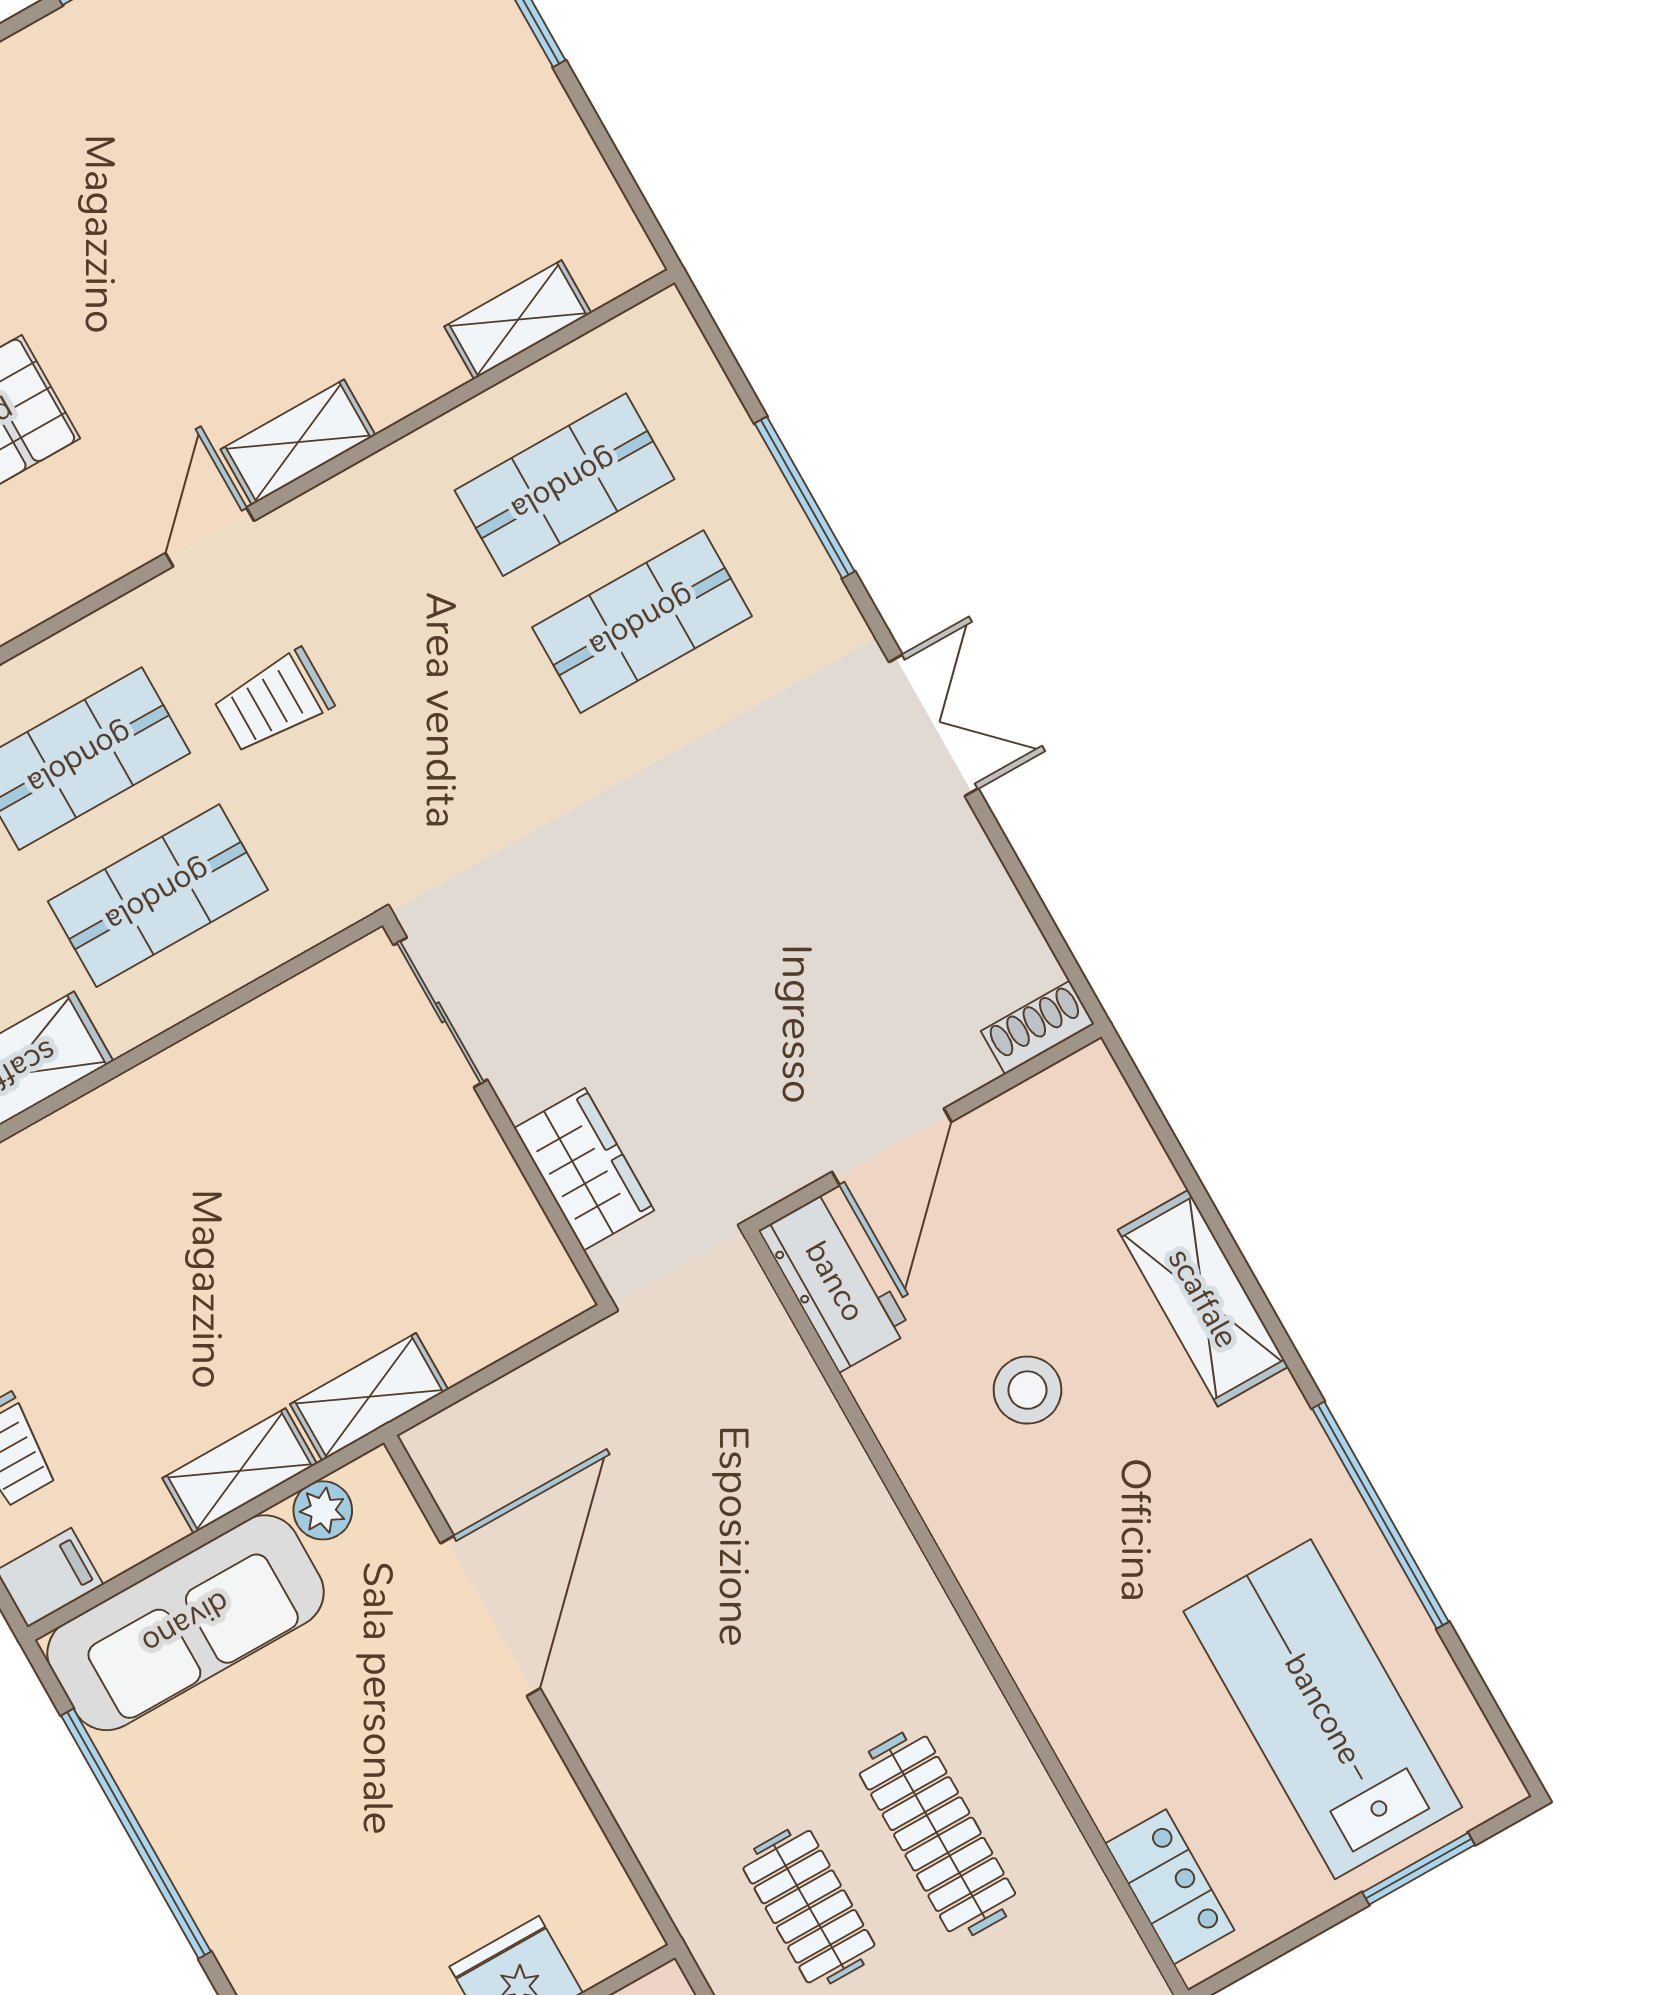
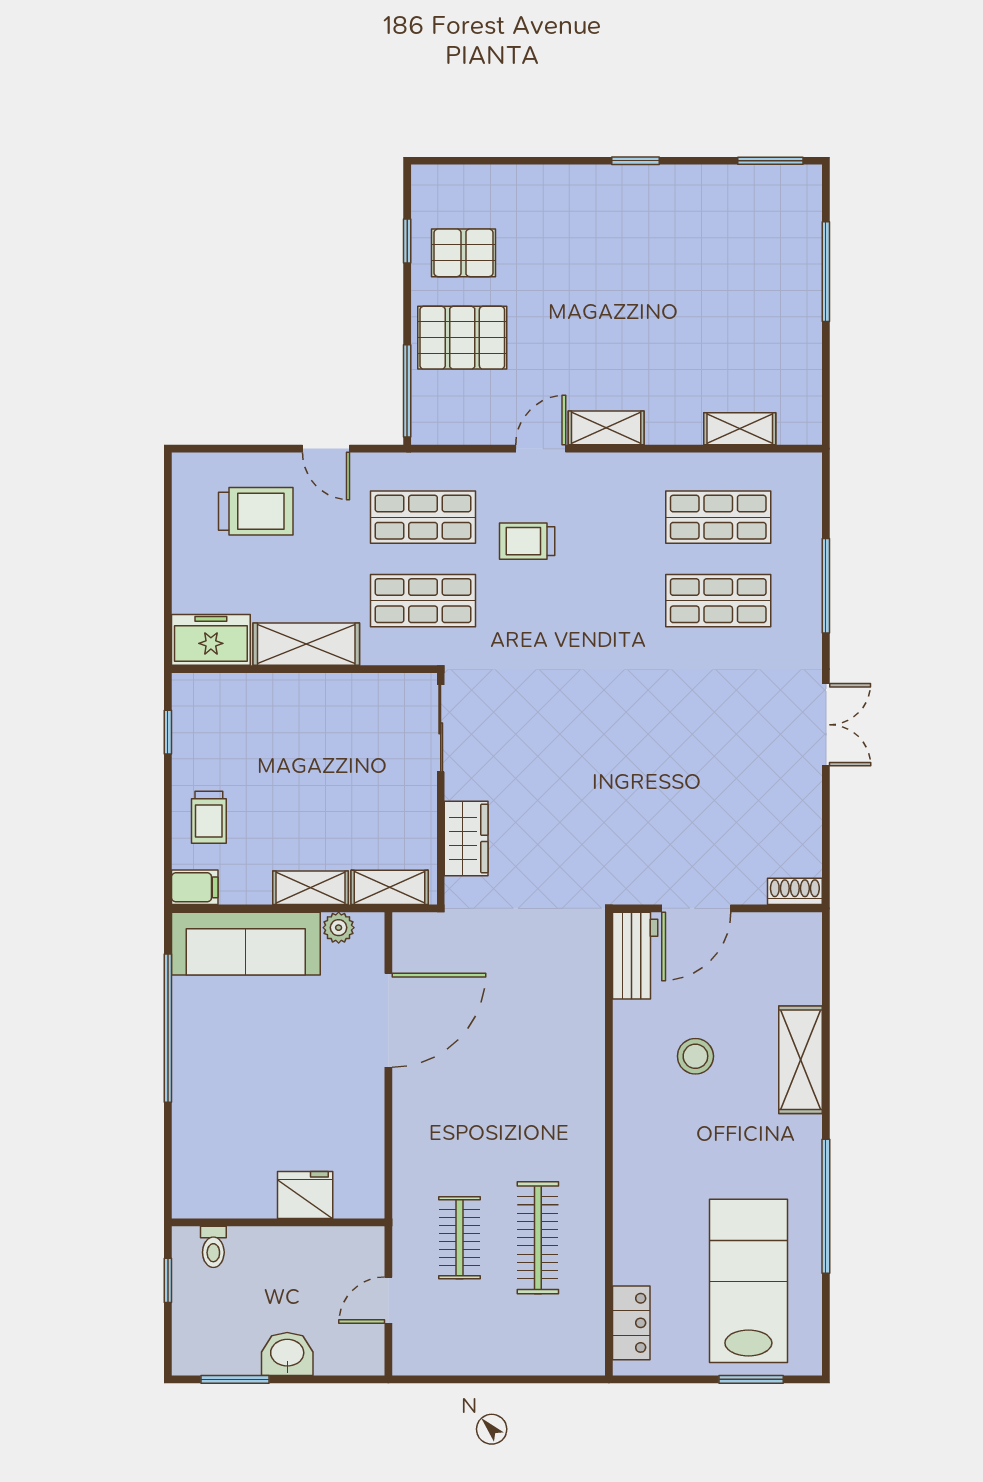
sliding door: (440, 1012) -> (441, 728), moved
wall: (496, 1111) -> (441, 789), moved
wardrobe: (584, 1169) -> (466, 838), moved

